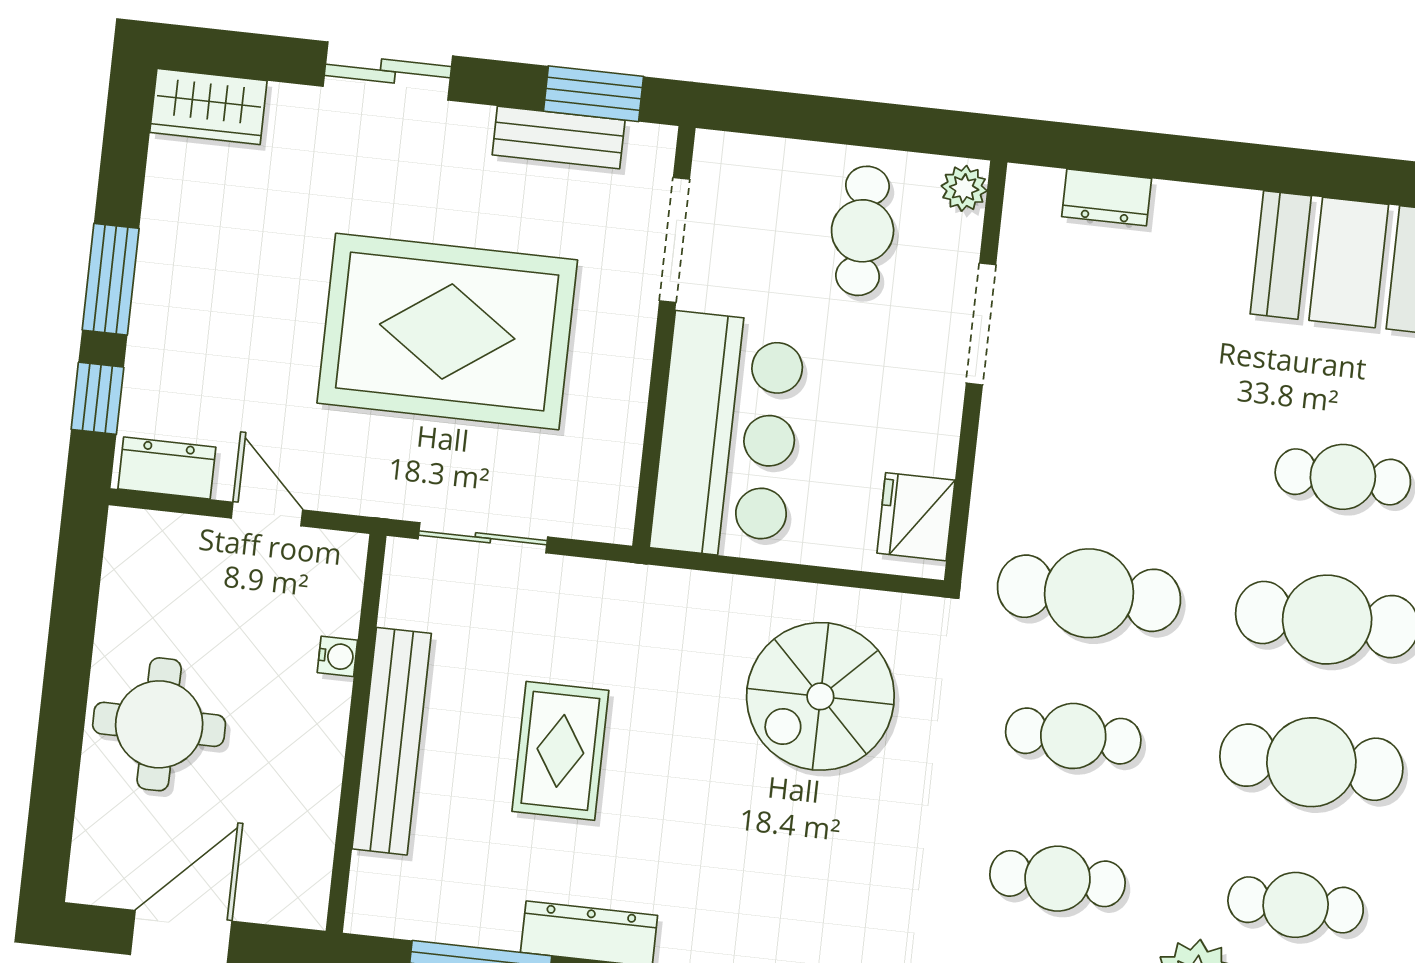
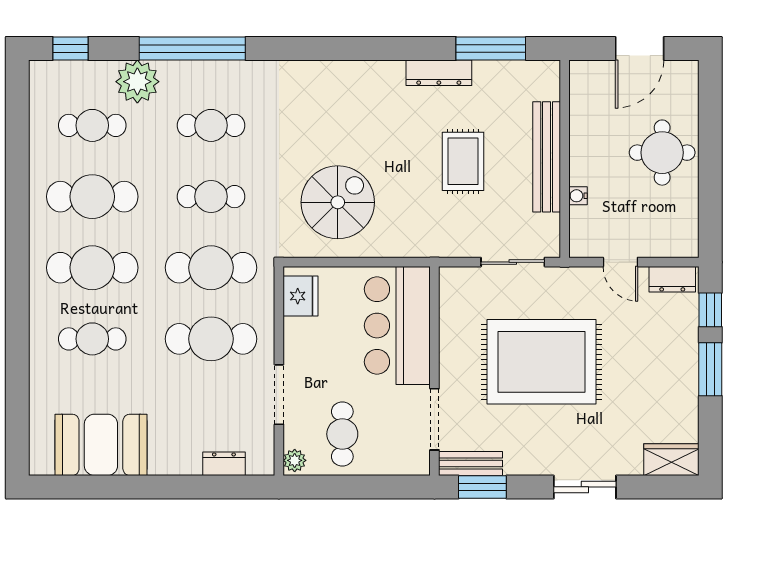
bench: (559, 137) -> (471, 463), moved
cafe table: (1105, 451) -> (211, 339), added

